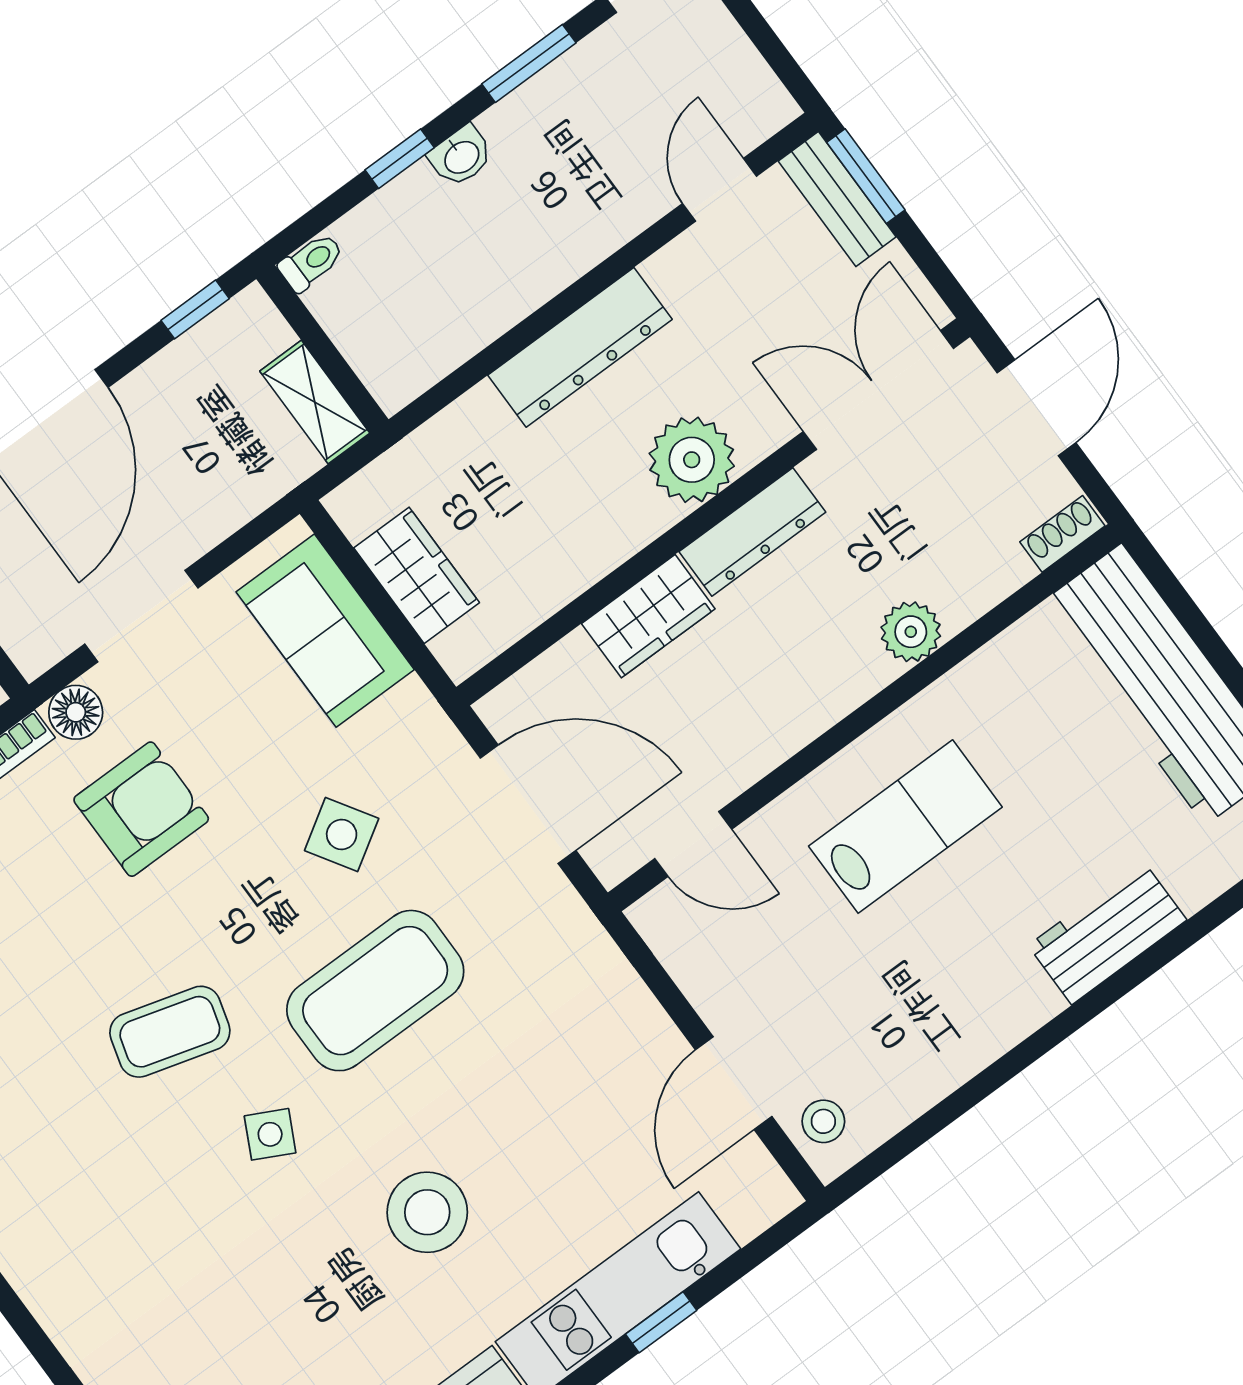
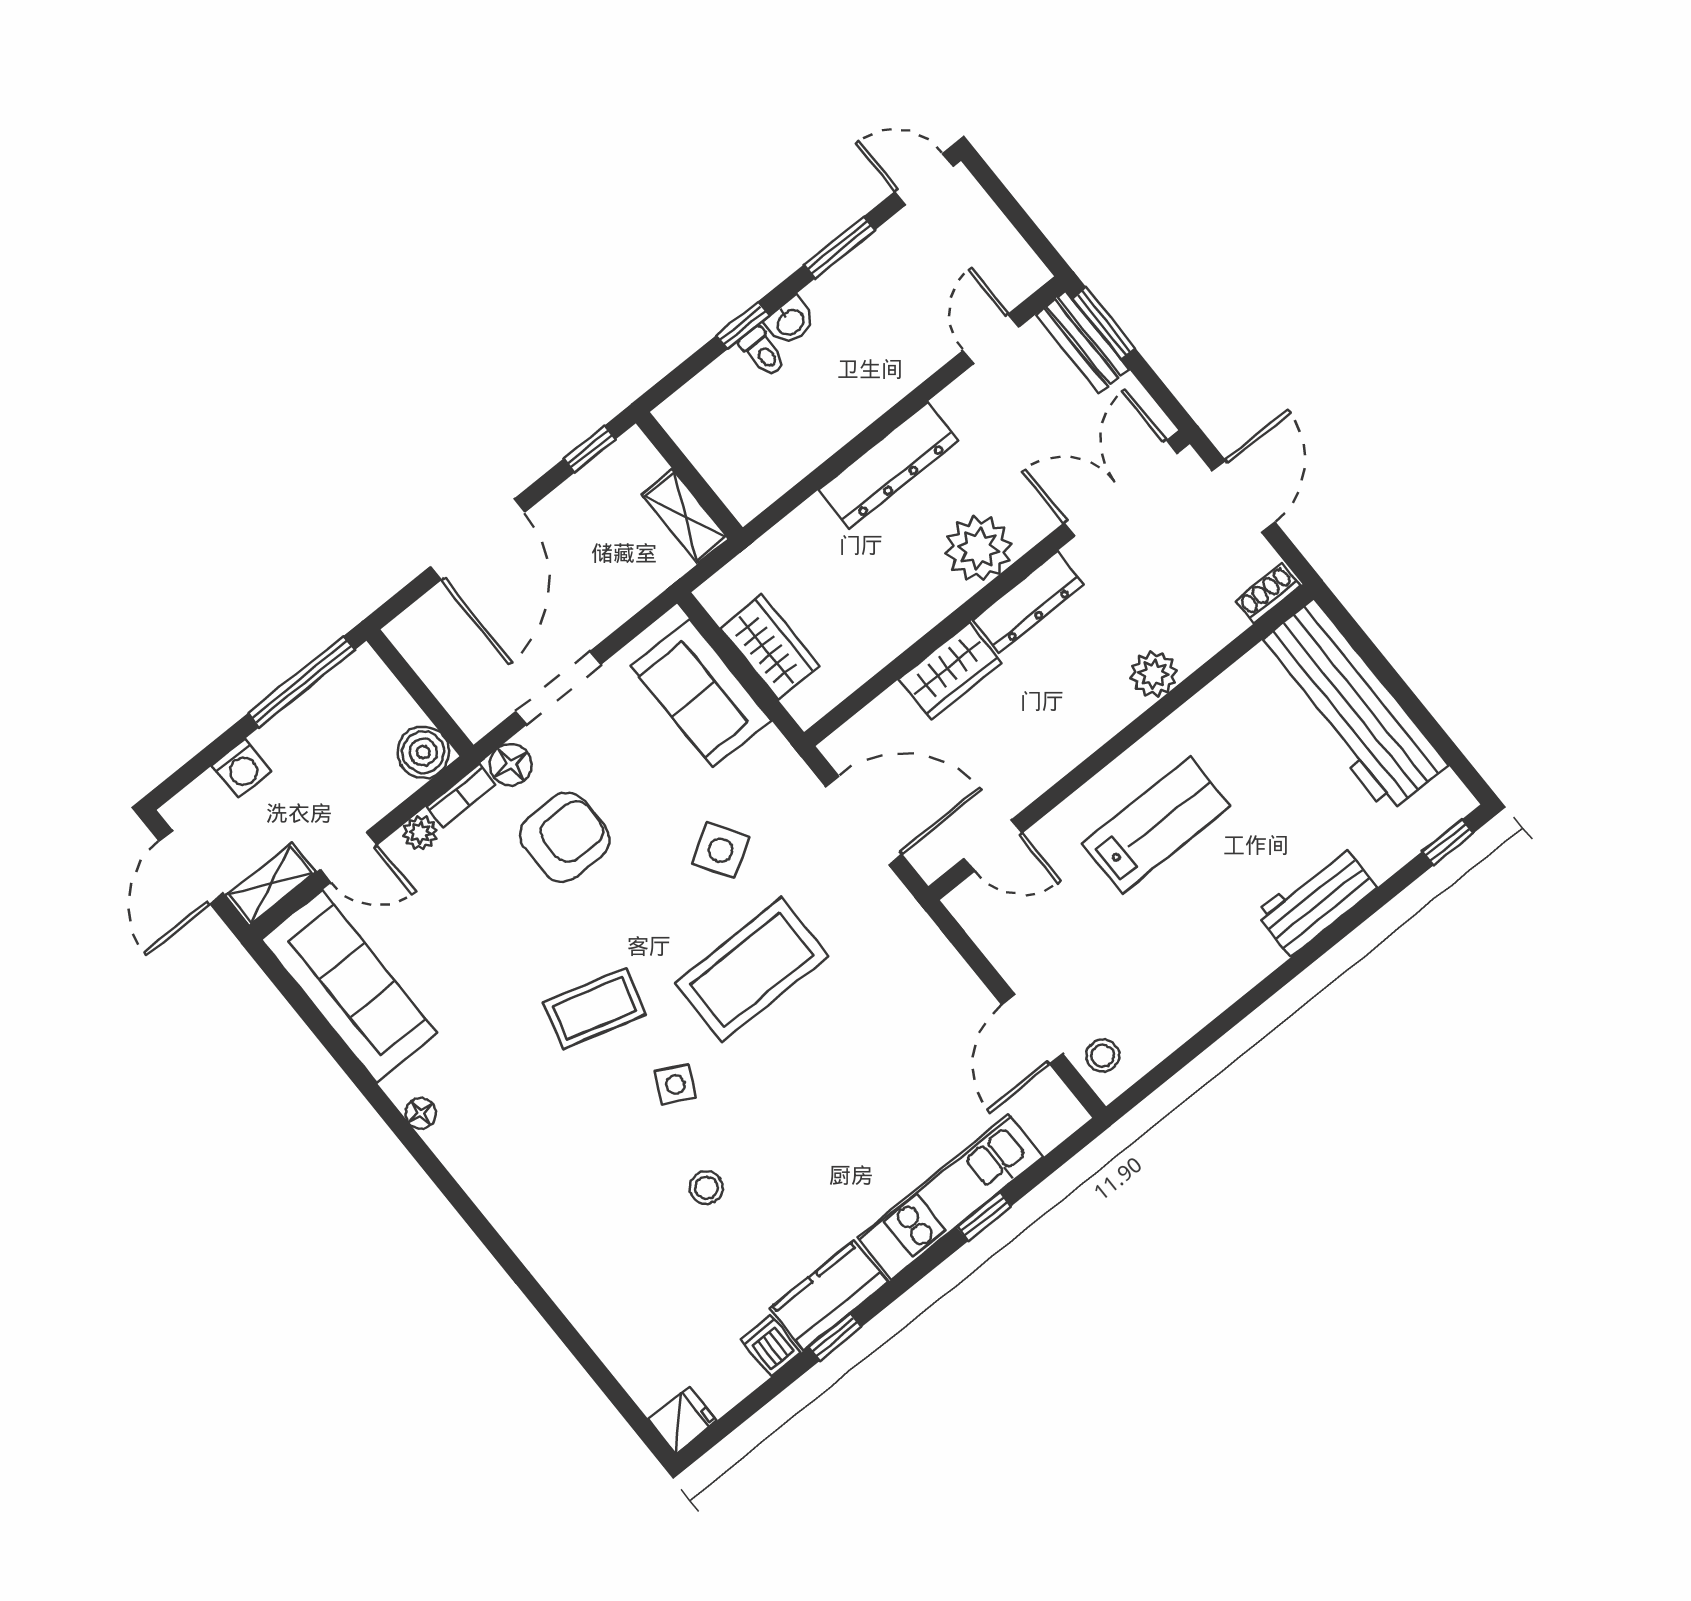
toilet: (311, 262) -> (763, 352), moved, turned 90
stool: (427, 1212) -> (706, 1188), moved, width x0.53, depth x0.53

